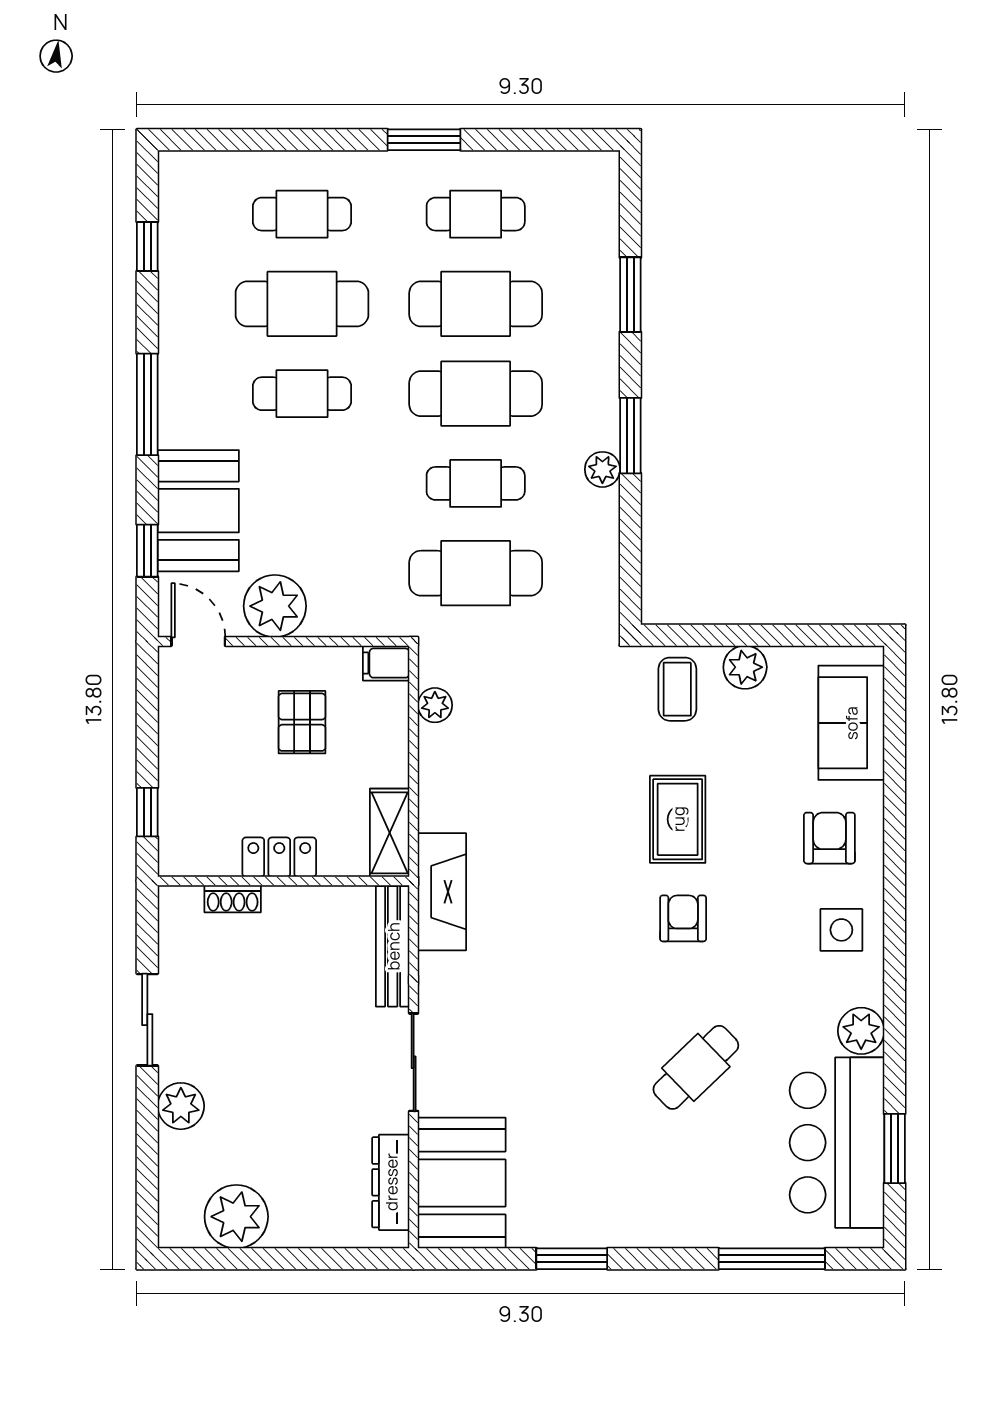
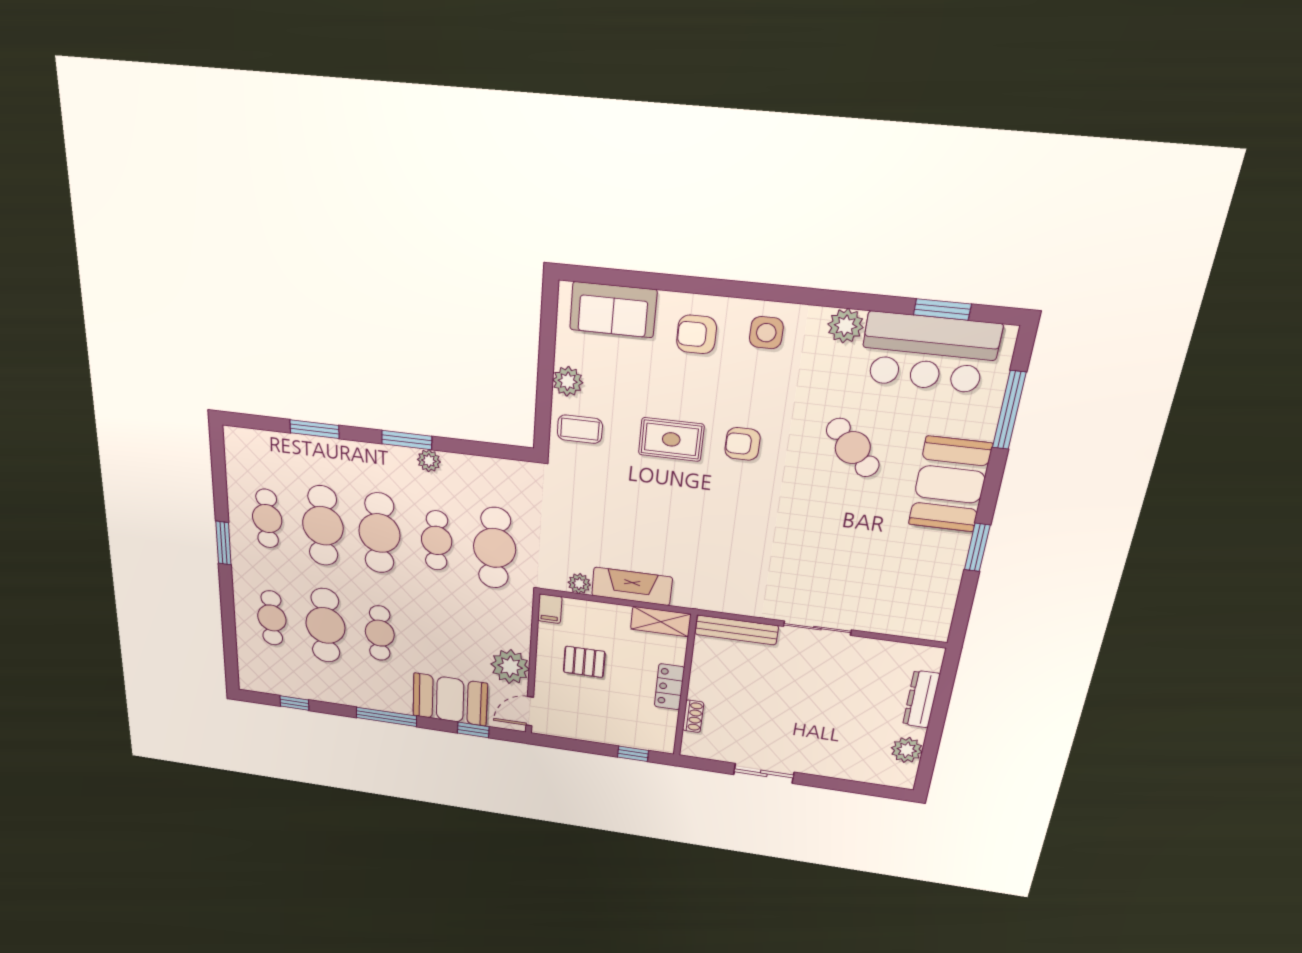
fireplace: (442, 892) -> (632, 586), moved
plant: (181, 1106) -> (823, 764), removed
dresser: (391, 1182) -> (921, 699), moved, turned 90
booth: (462, 1183) -> (950, 484), moved, turned 90
plant: (236, 1217) -> (907, 750), width x0.73, depth x0.73

